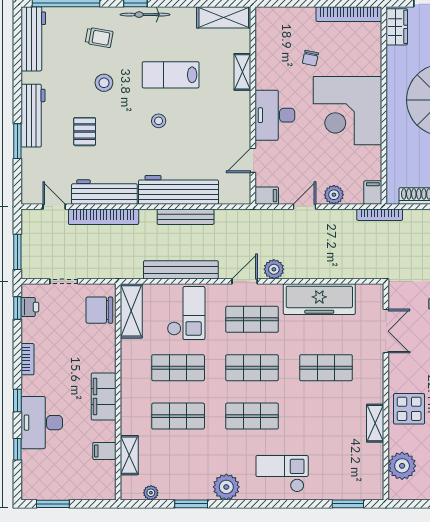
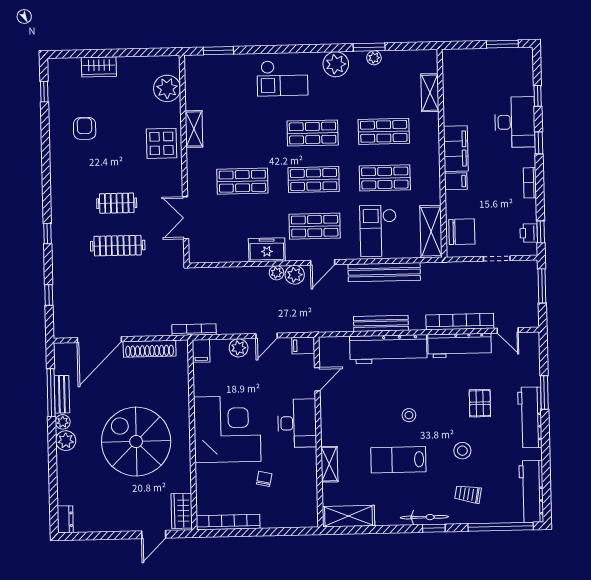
lab bench: (171, 75) -> (398, 460), turned 180
plant: (293, 272) -> (276, 273), added
freezer: (319, 299) -> (267, 250), width x0.52, depth x0.79
filing cabinet: (104, 451) -> (456, 181), moved
plant: (151, 493) -> (374, 58), moved

